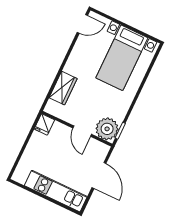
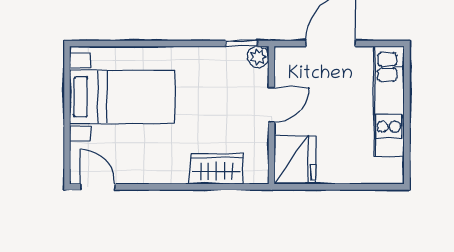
fridge: (44, 124) -> (295, 160), width x1.88, depth x1.34
plant: (107, 129) -> (258, 57), width x0.53, depth x0.53

